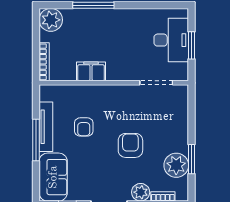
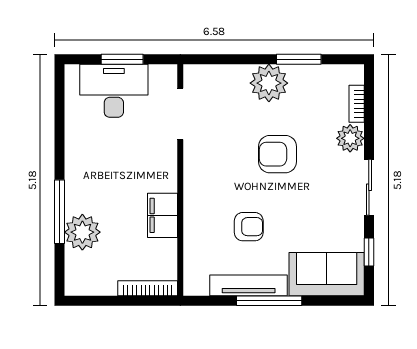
plant: (51, 20) -> (82, 232), moved
plant: (176, 165) -> (269, 83), moved

